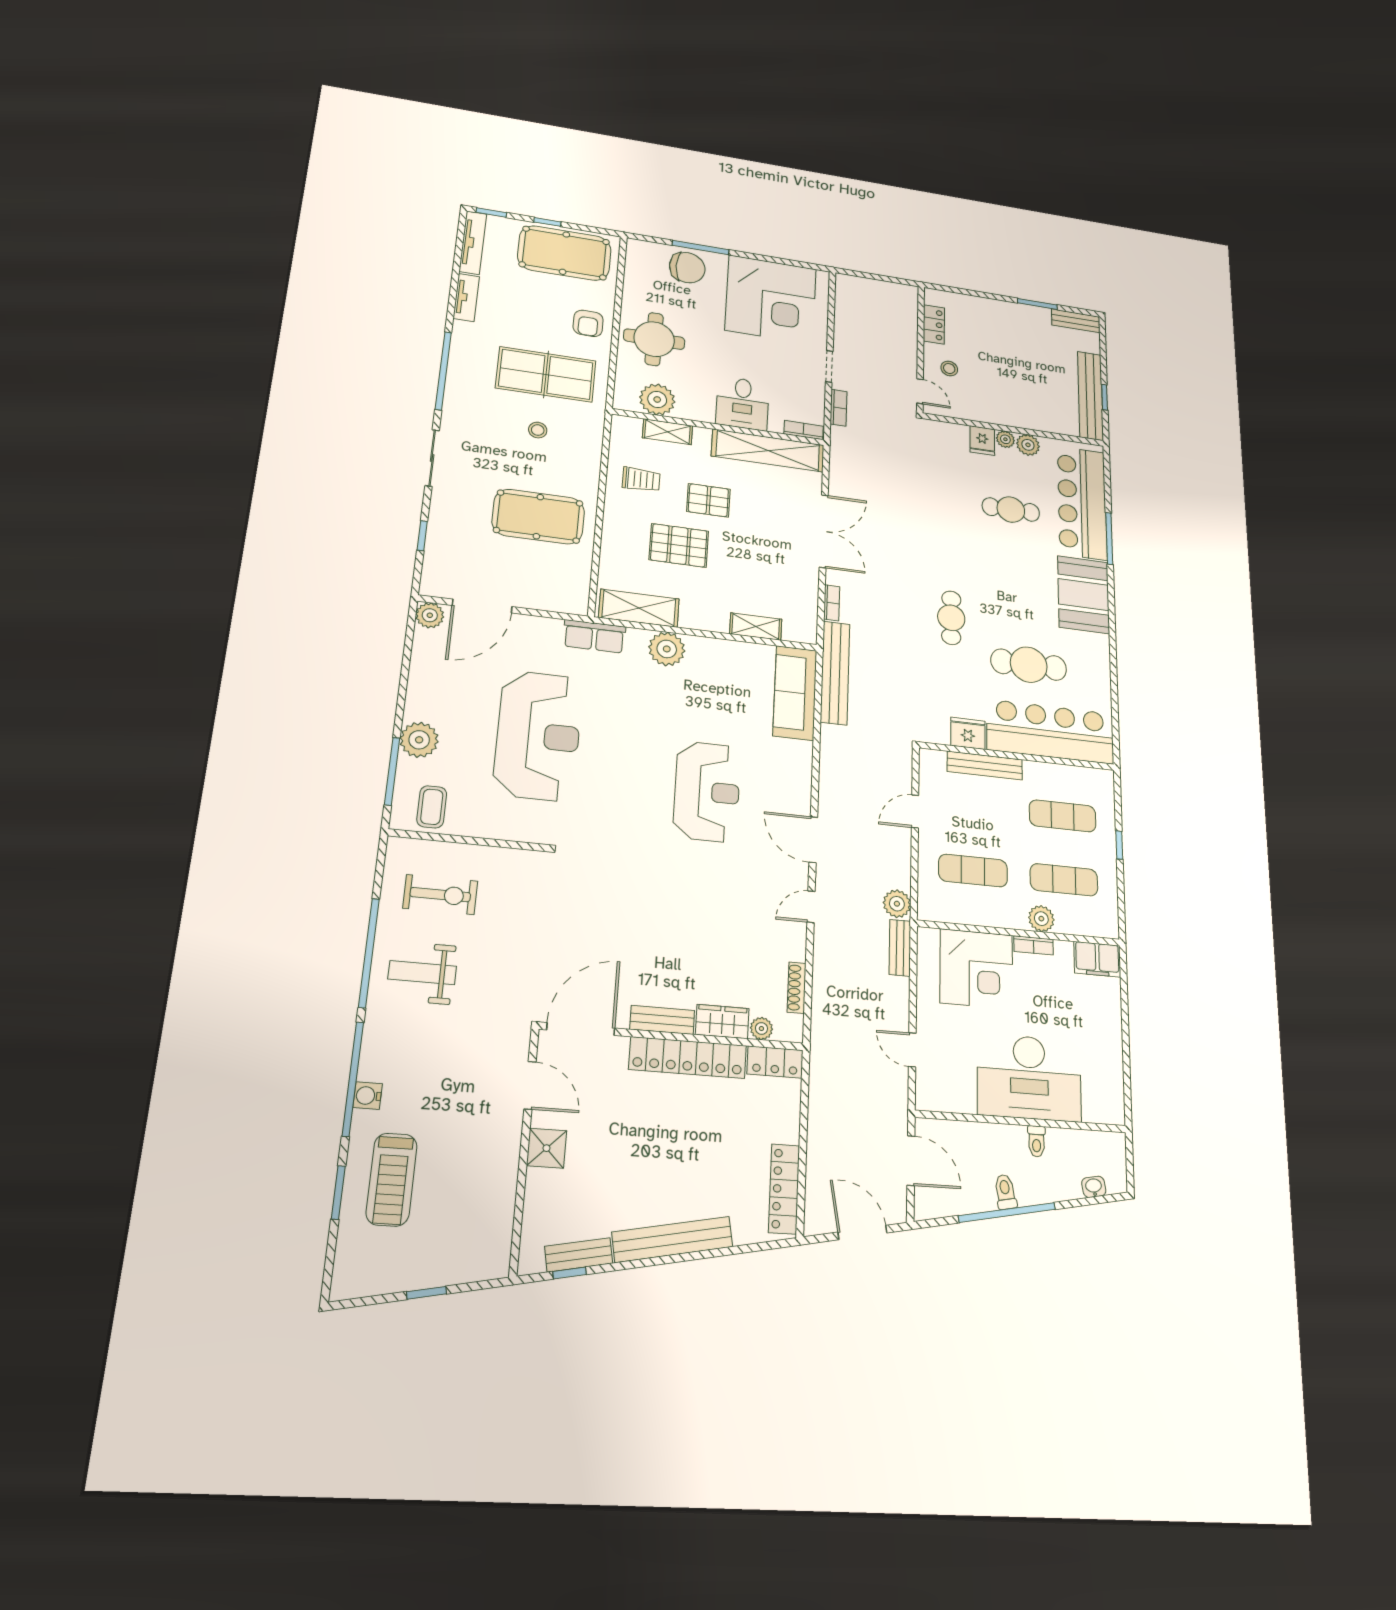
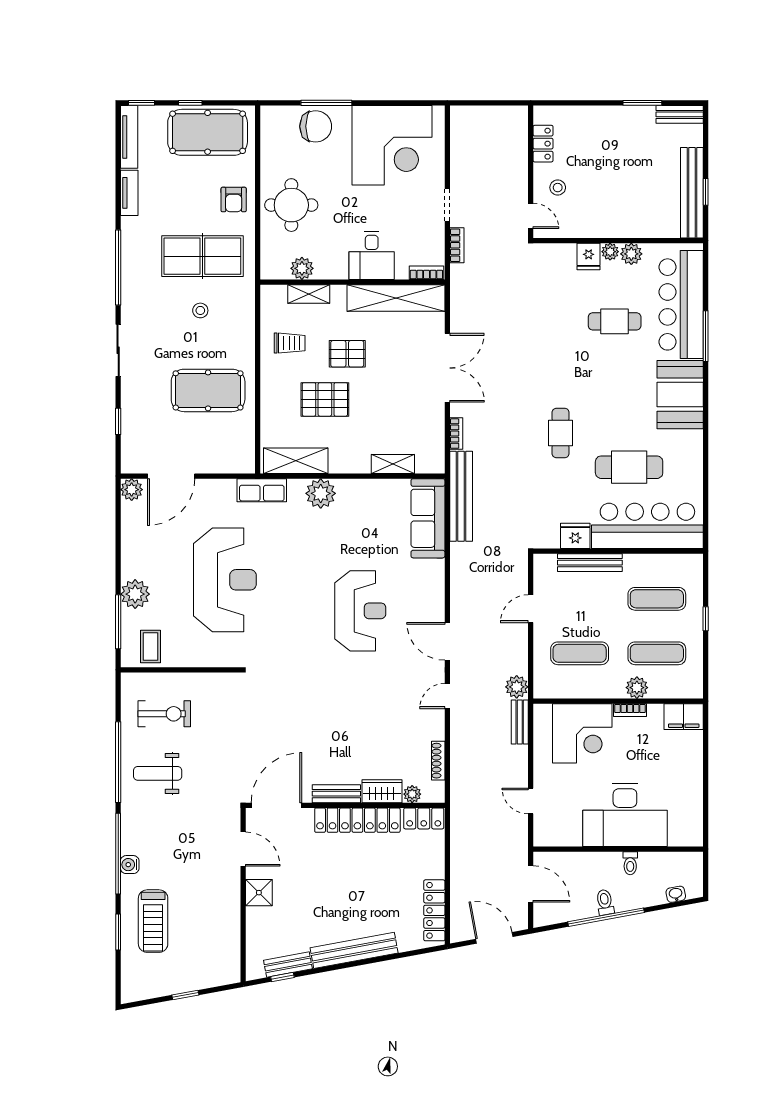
plant: (657, 399) -> (302, 268), width x0.73, depth x0.73

